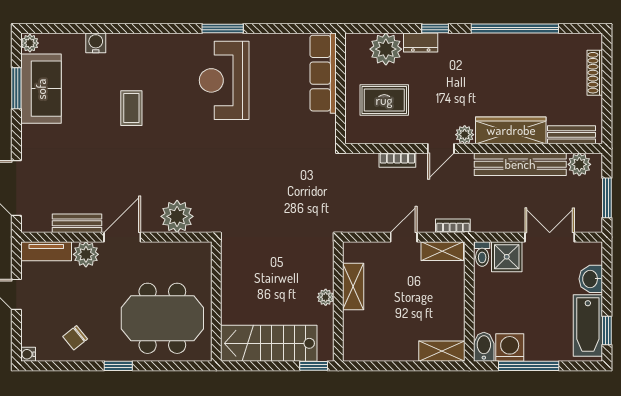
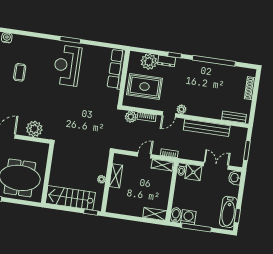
rug: (384, 100) -> (145, 87), width x1.36, depth x1.43
wardrobe: (511, 130) -> (204, 111), removed
plant: (579, 164) -> (131, 117), moved
washbasin: (591, 279) -> (235, 178), moved

